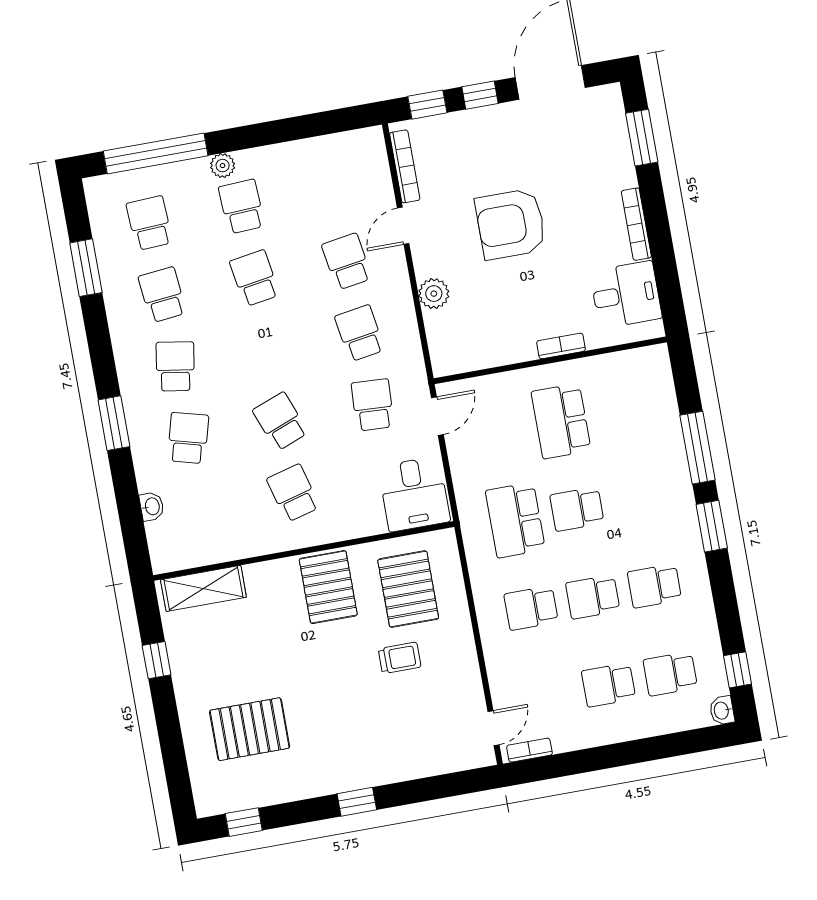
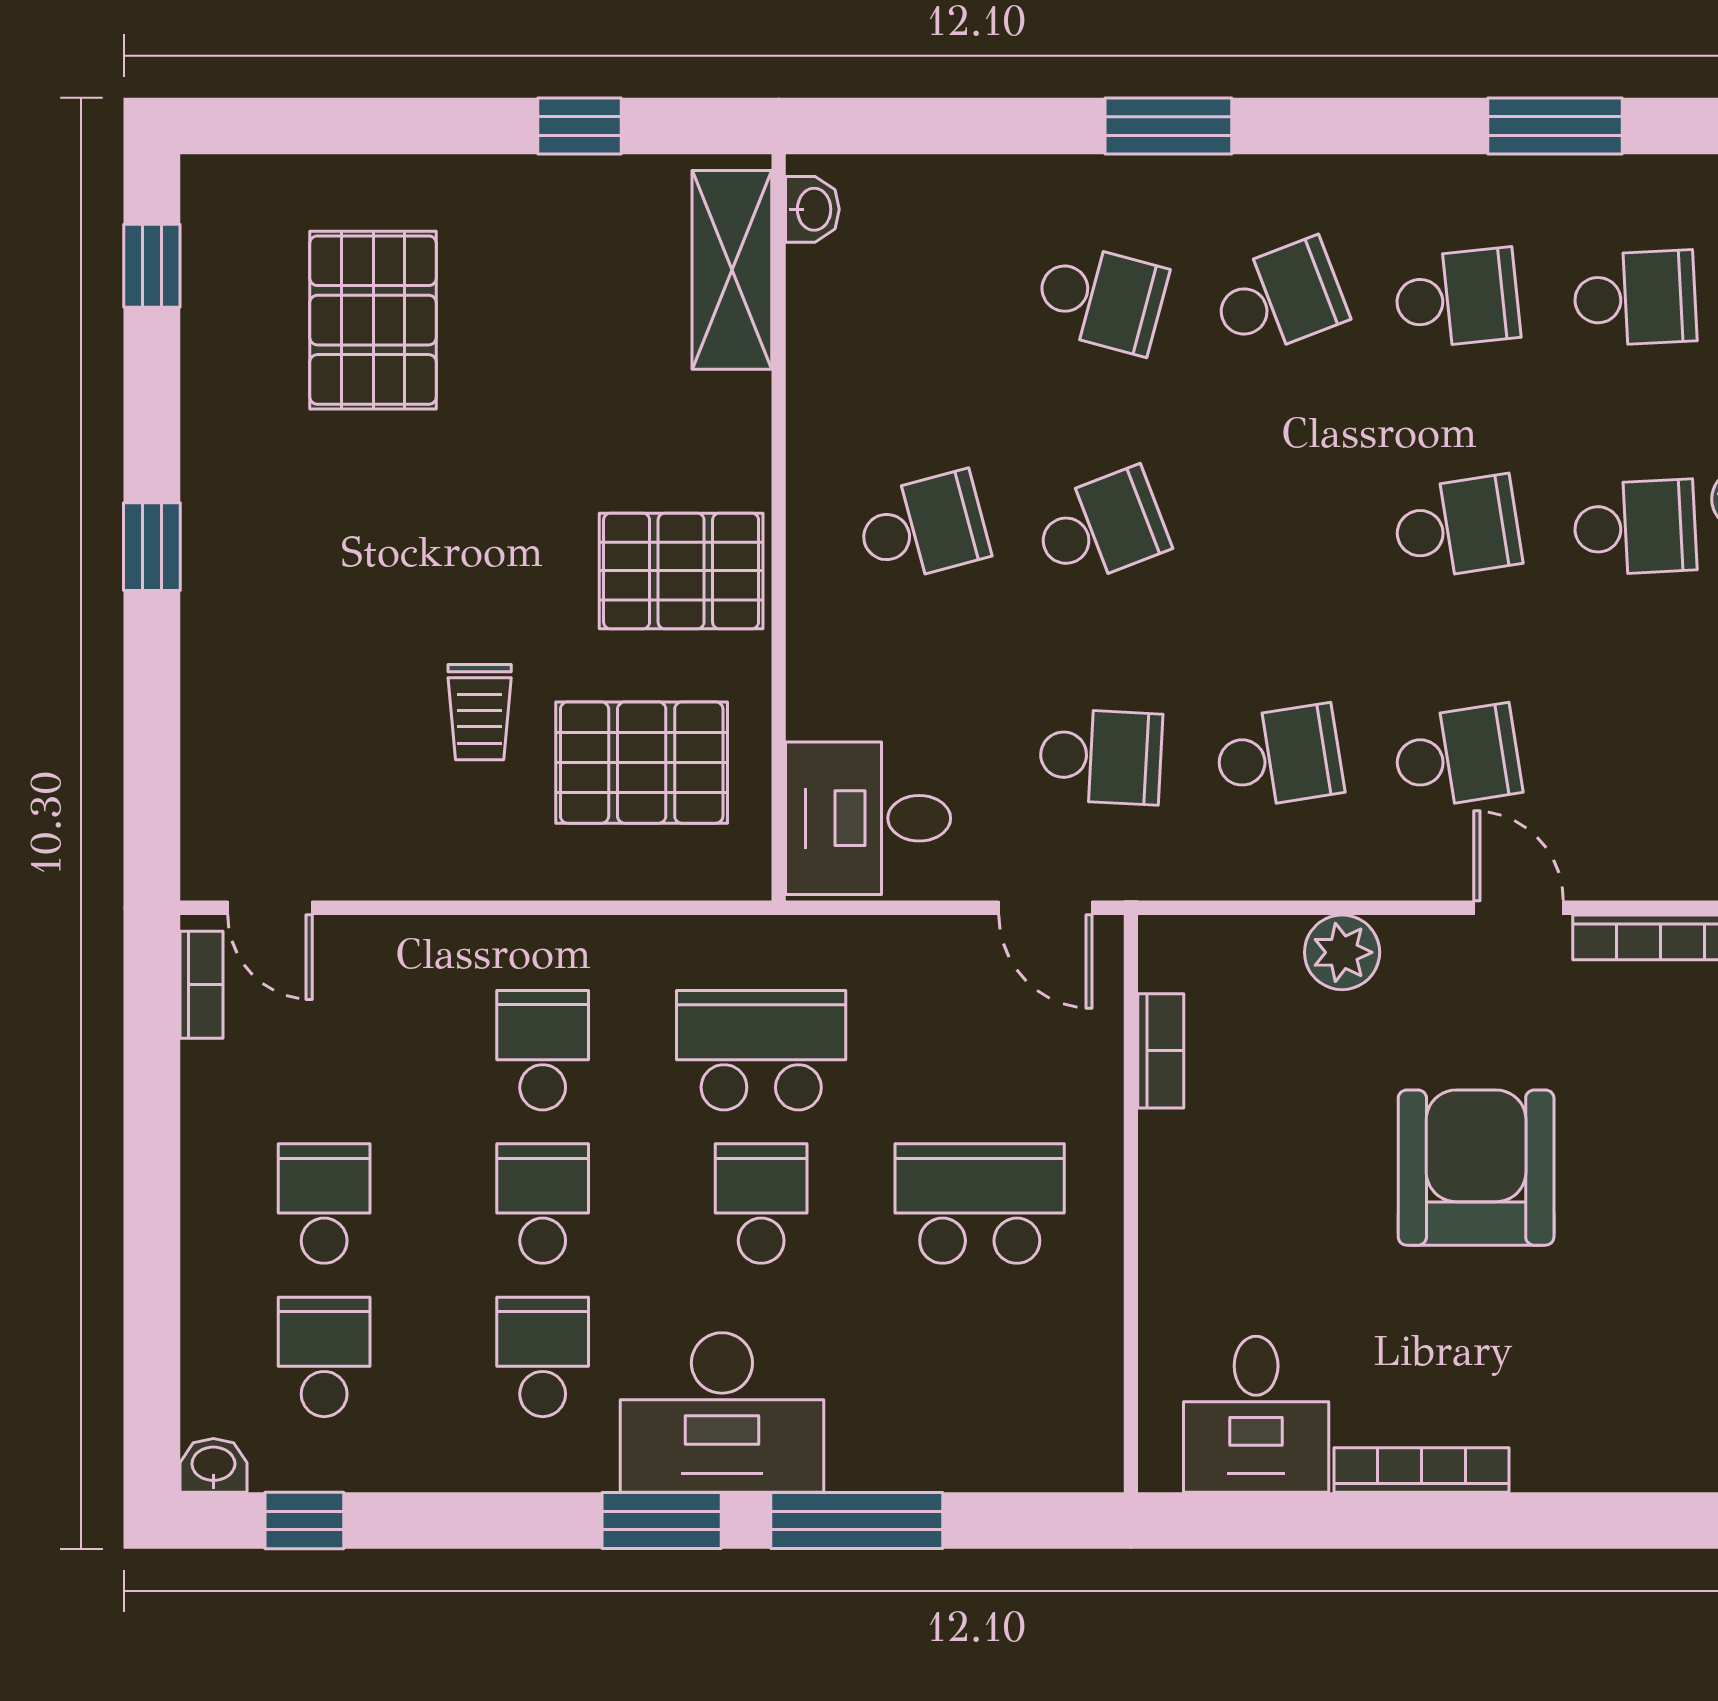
window: (642, 138) -> (1627, 1521), removed
bookcase: (561, 346) -> (1161, 1051), moved
school desk: (175, 366) -> (1279, 298), turned -30
washbasin: (152, 506) -> (812, 209), moved, turned -90
desk: (664, 510) -> (722, 1412), added

